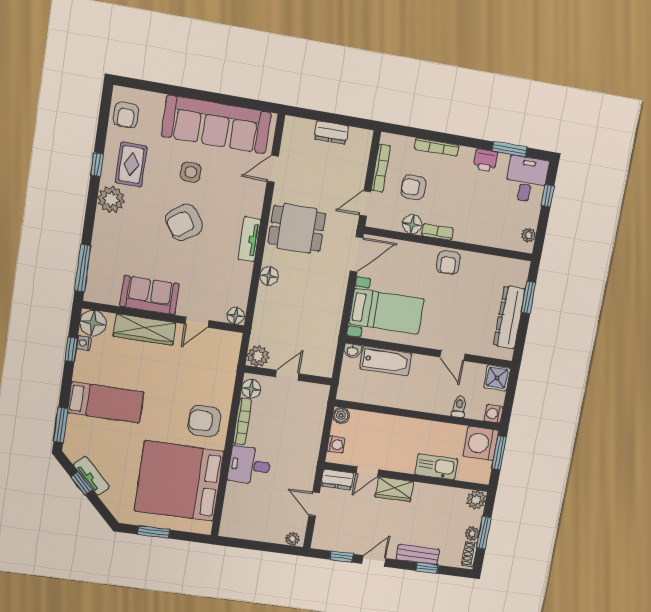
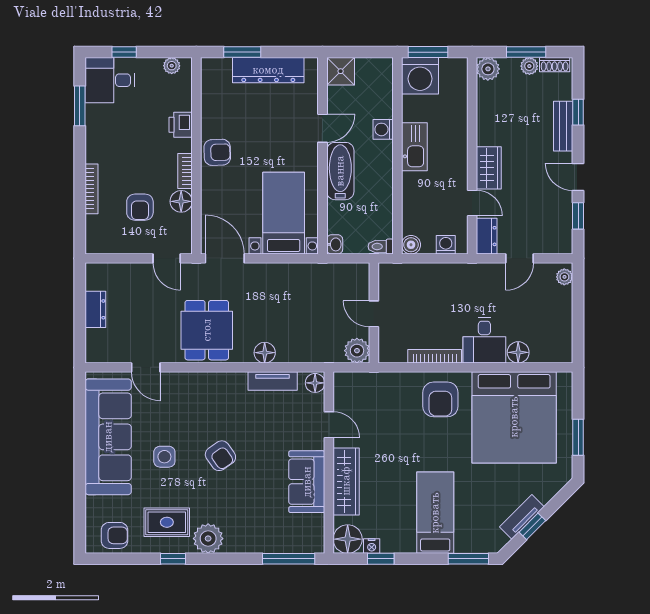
printer: (485, 160) -> (181, 125), moved, turned 180
bookcase: (381, 168) -> (125, 247), removed
armchair: (184, 222) -> (220, 456), width x0.72, depth x0.72
tv unit: (249, 239) -> (273, 381), moved
bathtub: (386, 361) -> (340, 171), moved
floor lamp: (251, 389) -> (518, 352), moved
toilet: (459, 407) -> (381, 247), moved
washing machine: (493, 414) -> (383, 129), moved, turned 90
kitchen sink: (436, 467) -> (414, 147), moved, turned 180

